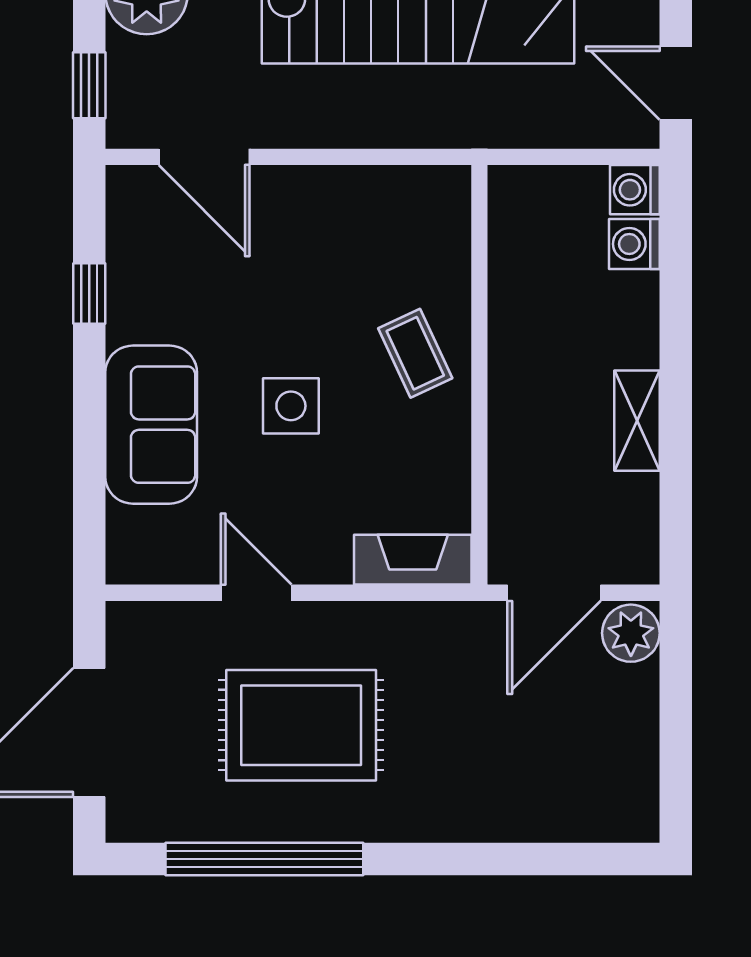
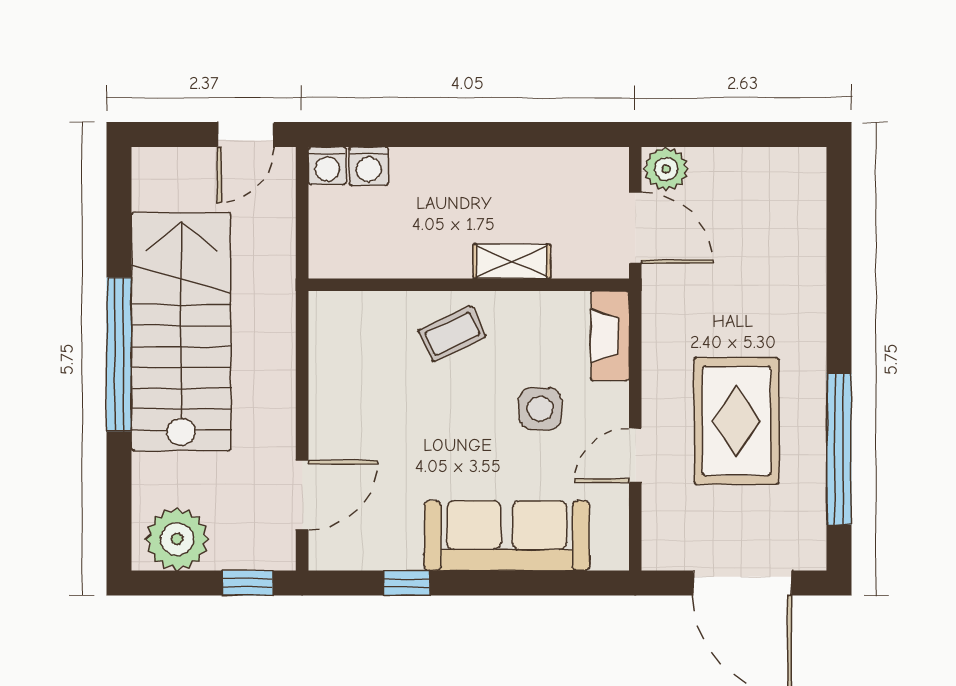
side table: (291, 406) -> (540, 409), moved
shelving: (637, 421) -> (512, 261), moved
sofa: (151, 425) -> (507, 536), width x1.36

